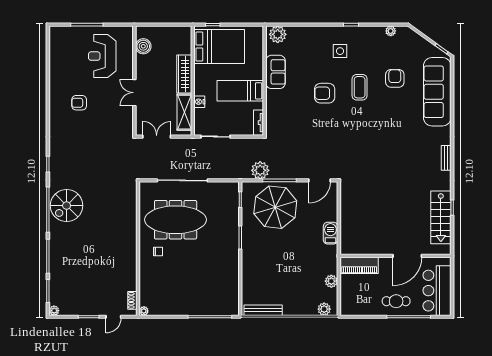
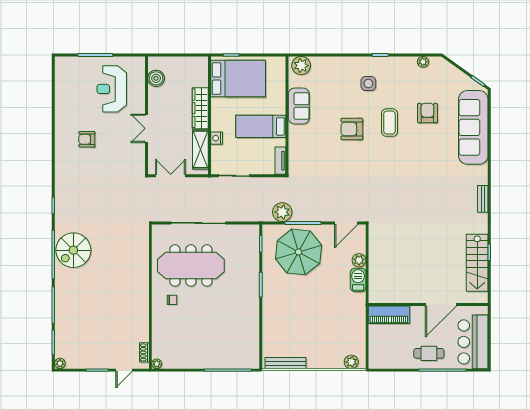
plant: (331, 281) -> (359, 260), moved

